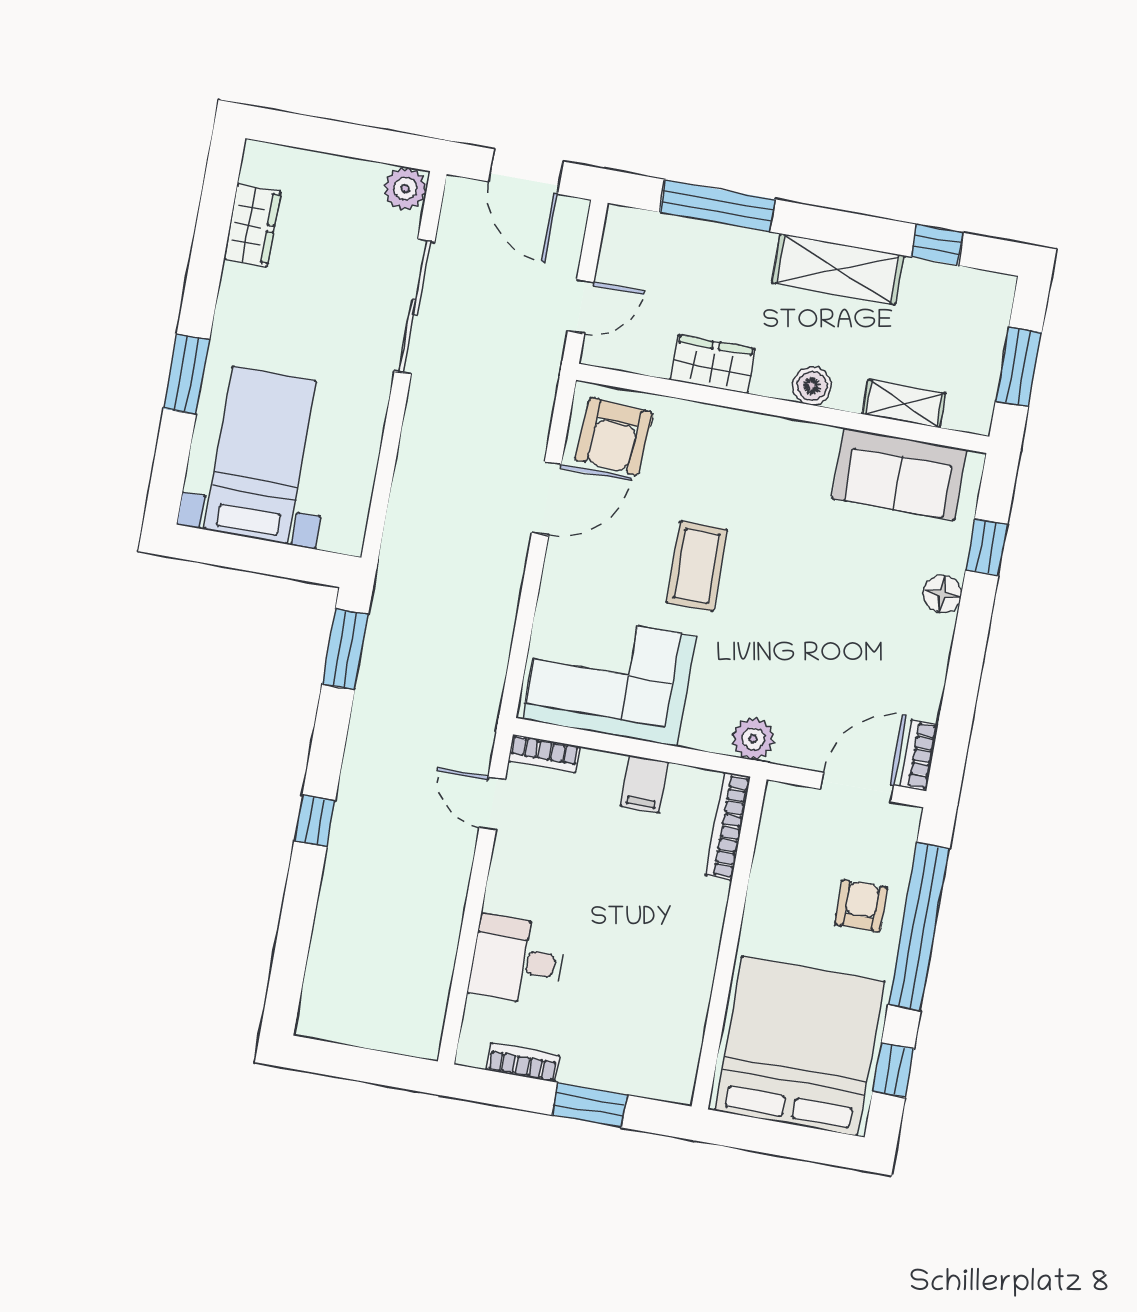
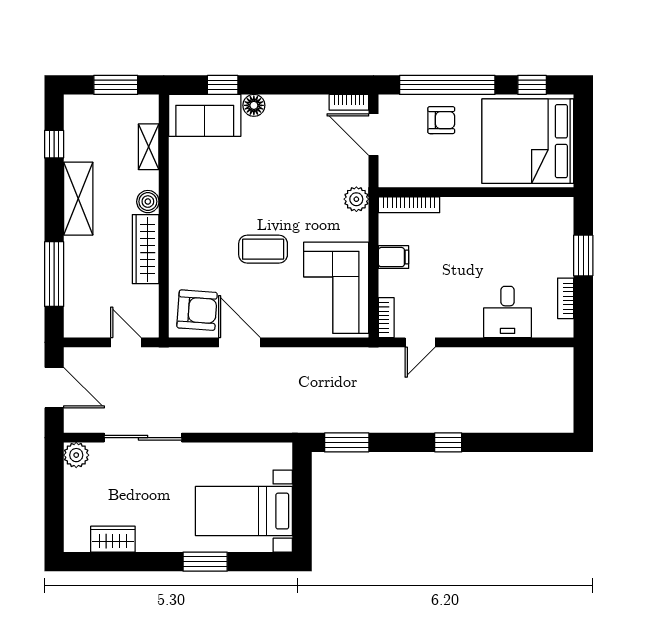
door: (526, 171) -> (54, 388), hinge flipped
wardrobe: (713, 364) -> (146, 249), width x1.50
sofa: (899, 474) -> (205, 115), moved, turned 90
armchair: (861, 906) -> (441, 120), turned 180

